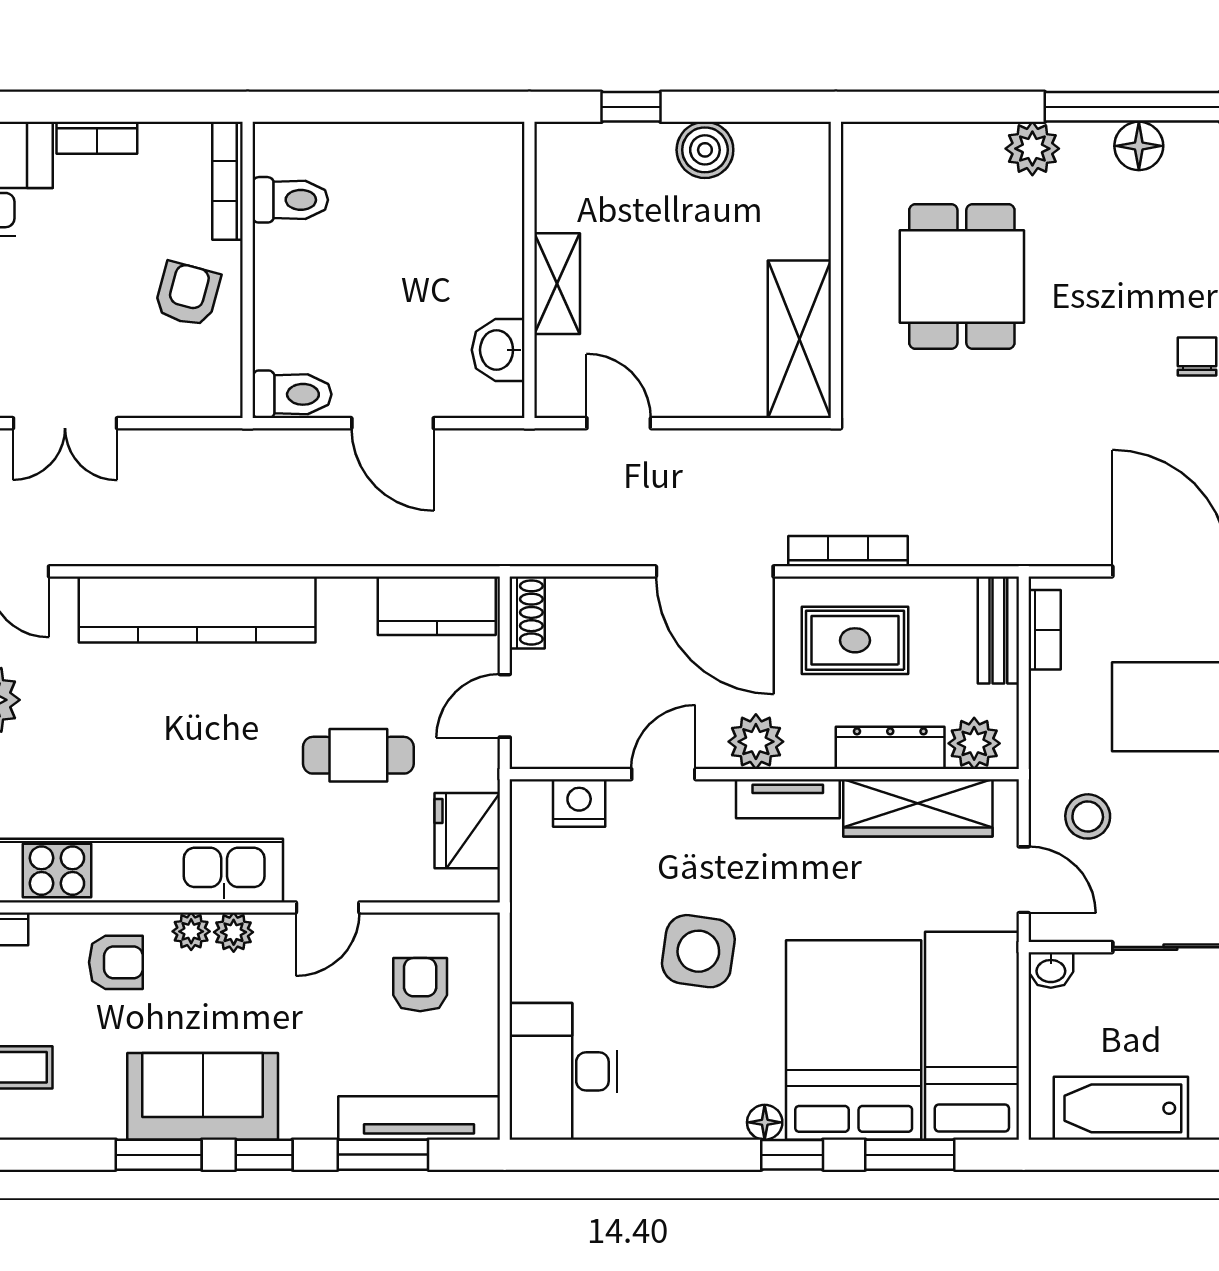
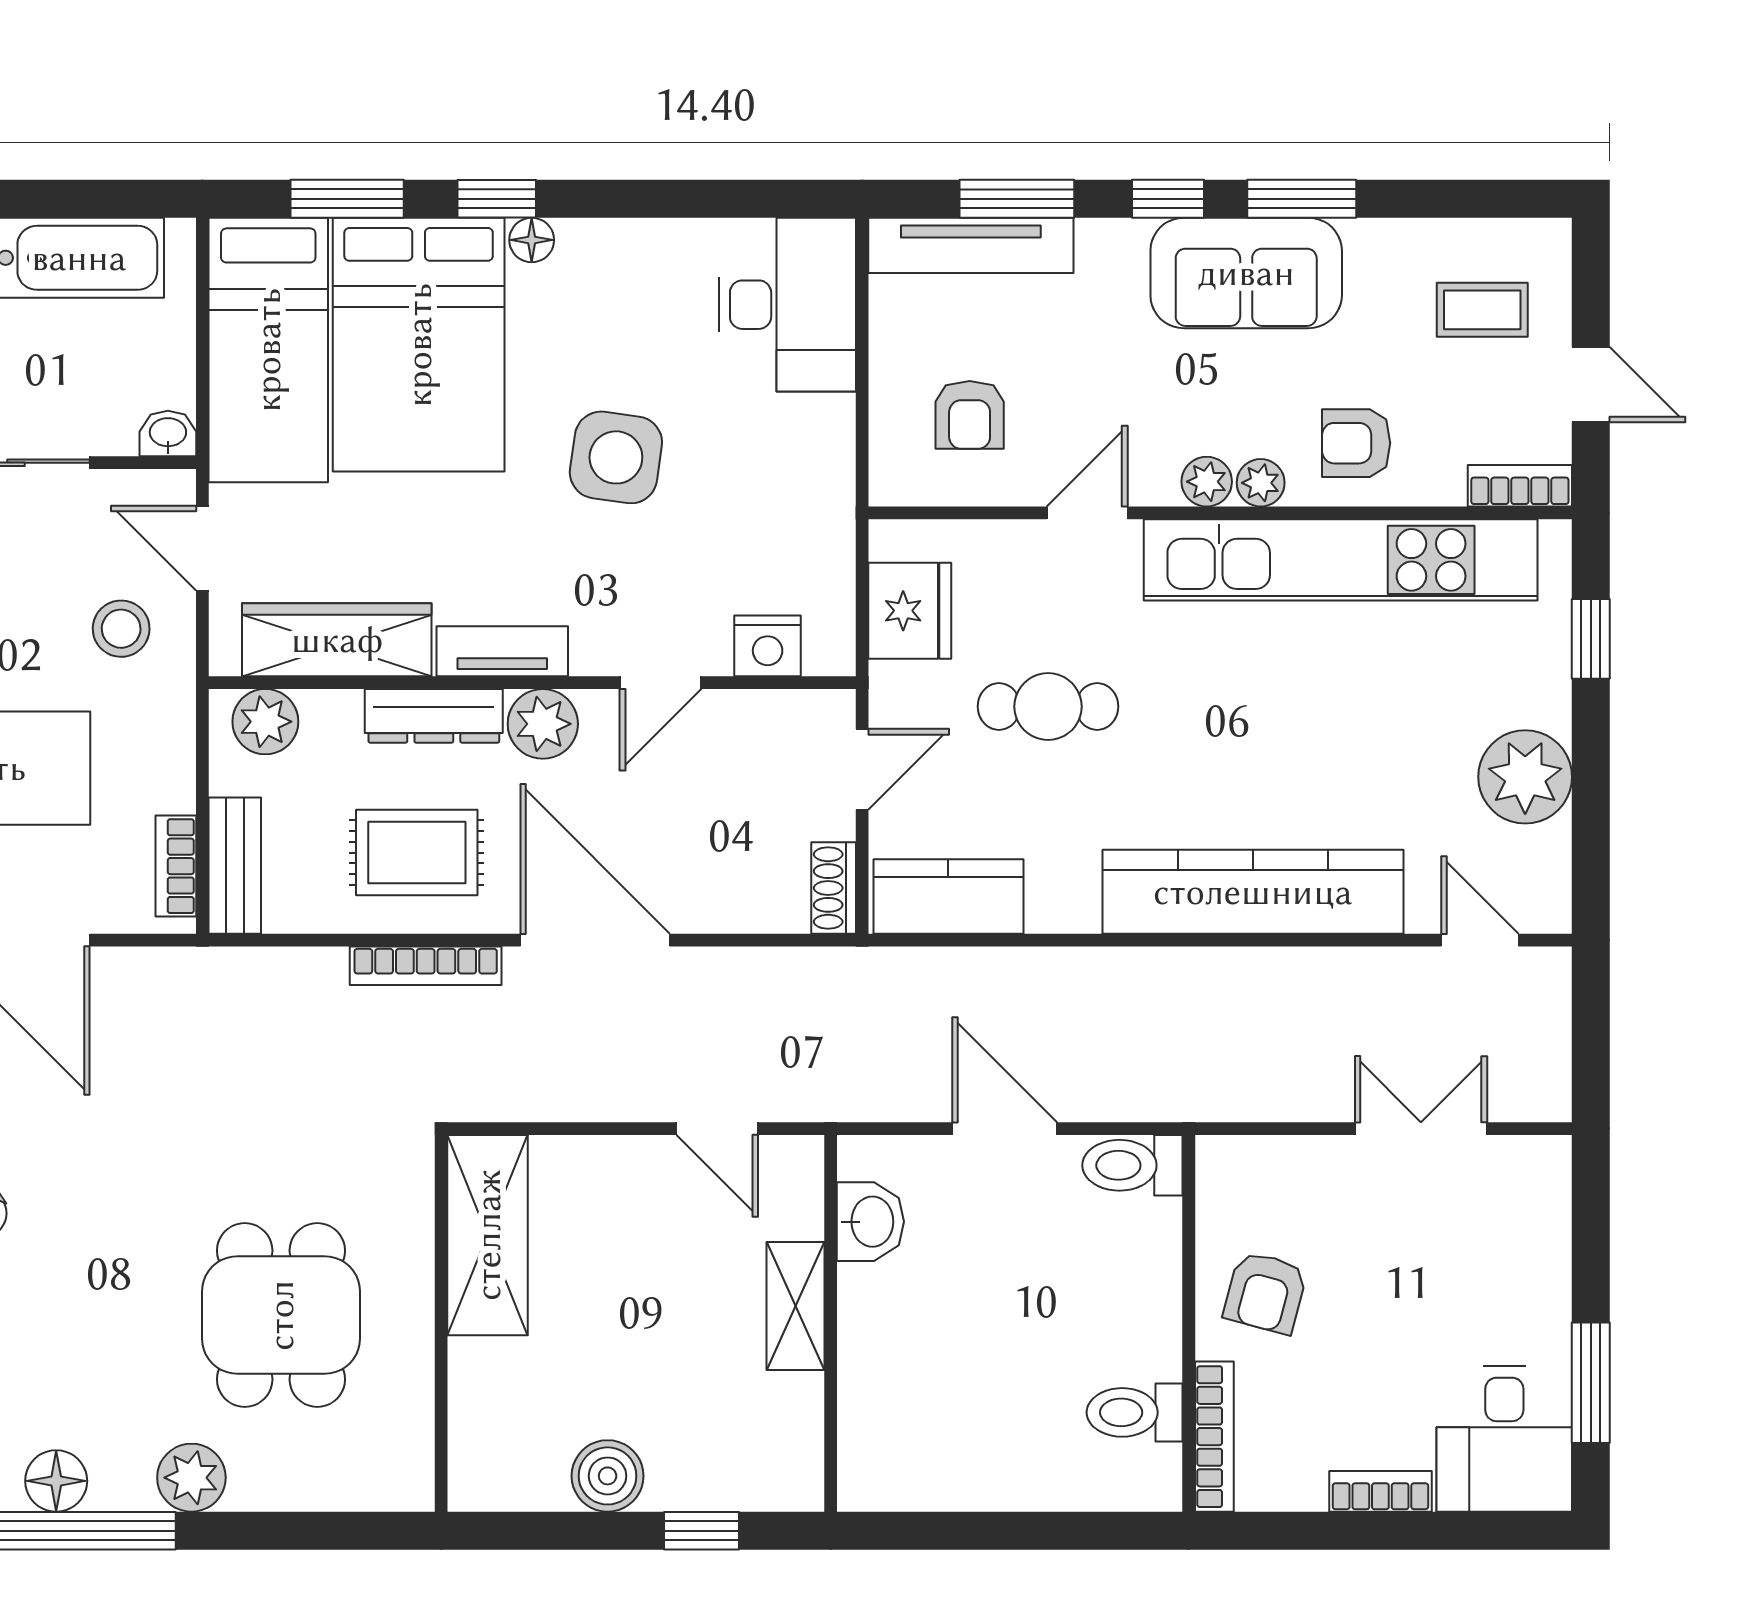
dresser: (890, 748) -> (434, 716), moved

